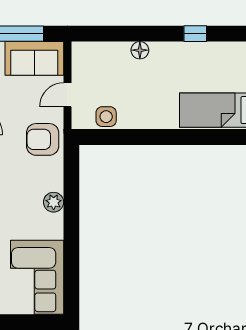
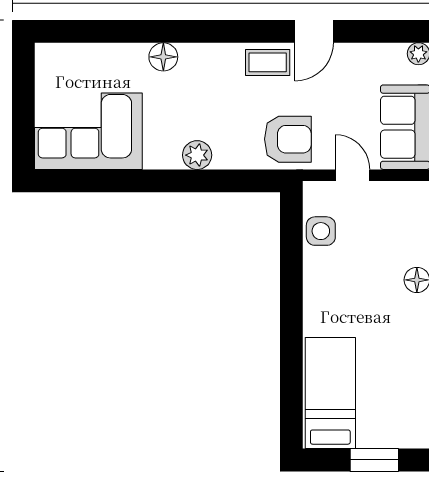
armchair: (43, 139) -> (288, 139), turned 90

